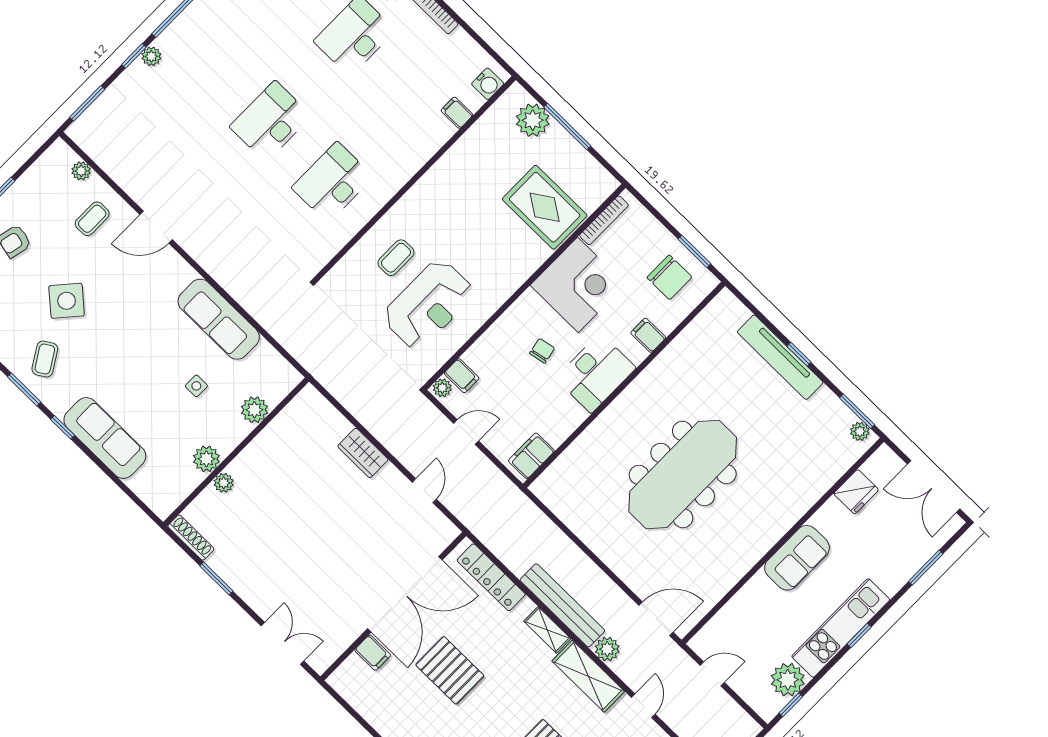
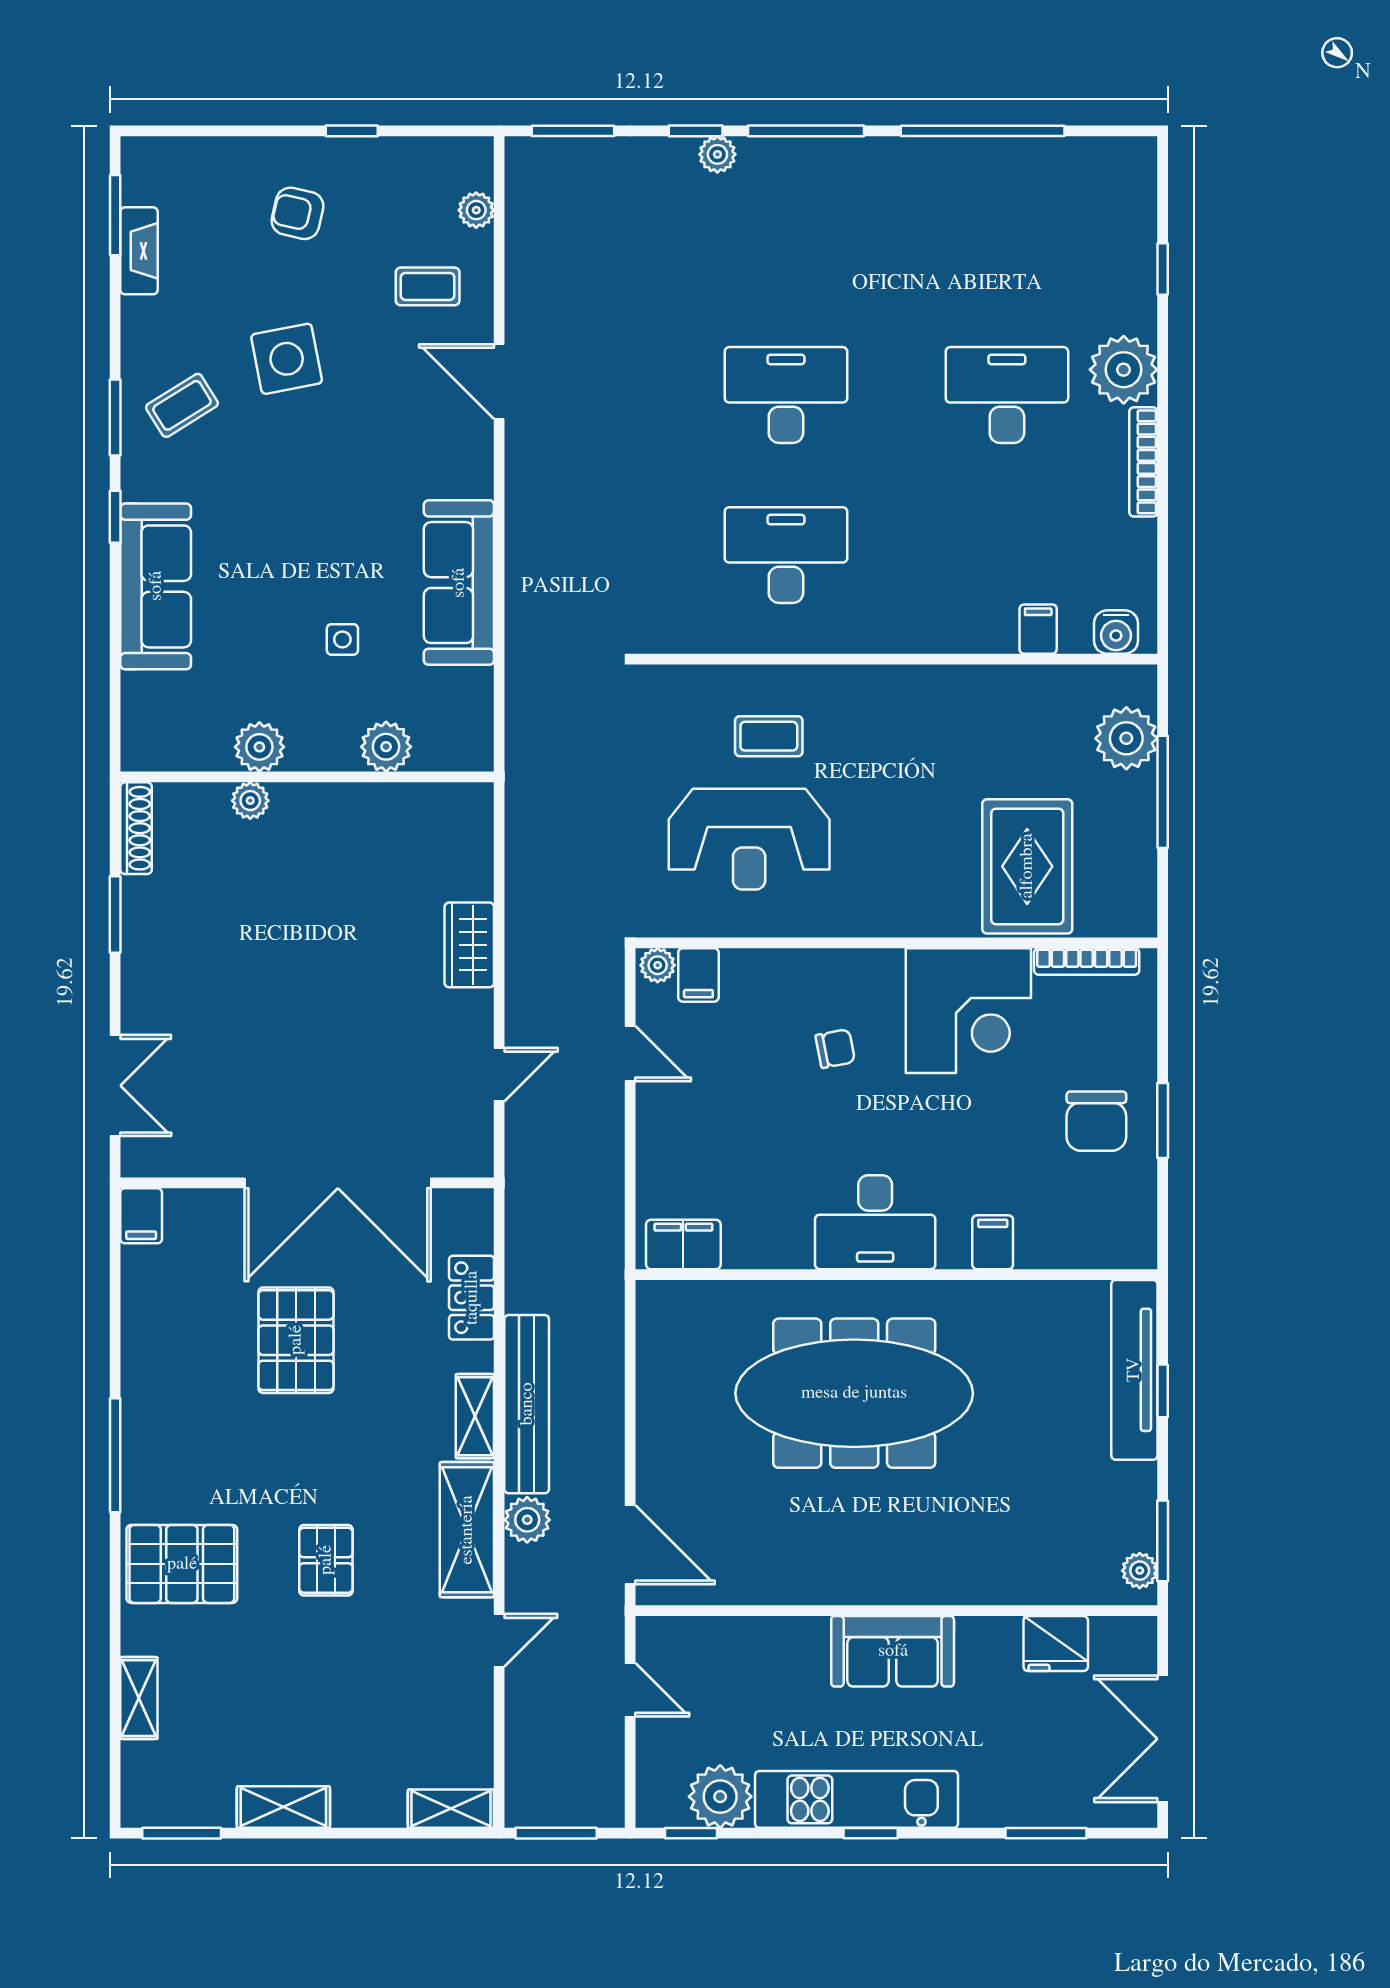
side table: (67, 301) -> (287, 359), turned 38
filing cabinet: (648, 335) -> (993, 1242), moved
desk: (596, 373) -> (875, 1222), moved
wall: (624, 385) -> (896, 1275), moved
filing cabinet: (531, 456) -> (683, 1245), moved
locker: (491, 577) -> (472, 1298), width x0.66
filing cabinet: (373, 653) -> (141, 1216), moved

